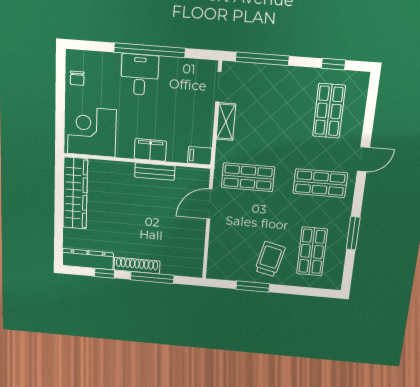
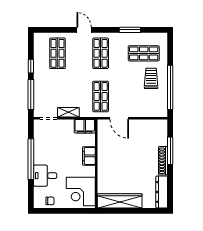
window: (333, 64) -> (31, 66), moved
desk: (140, 75) -> (45, 176), moved
shop shelf: (329, 111) -> (57, 53), turned 90
filing cabinet: (200, 156) -> (85, 126), width x2.00
bench: (155, 172) -> (102, 153), removed
trolley: (270, 259) -> (151, 78), turned 77
window: (104, 273) -> (170, 181), removed
window: (253, 287) -> (170, 87), width x2.11

